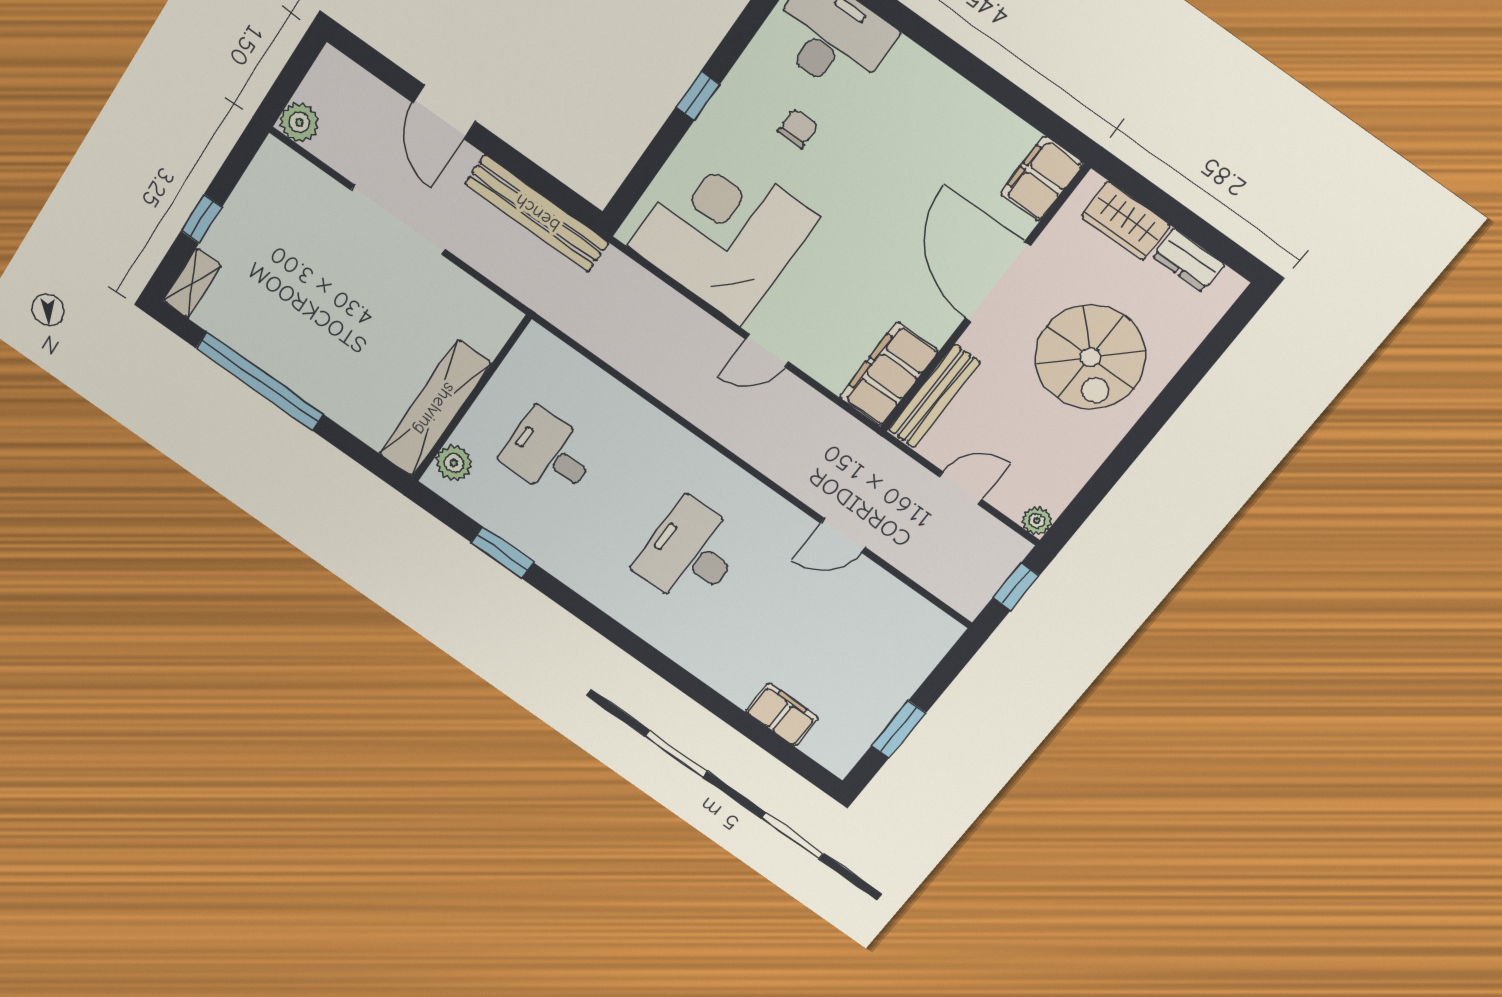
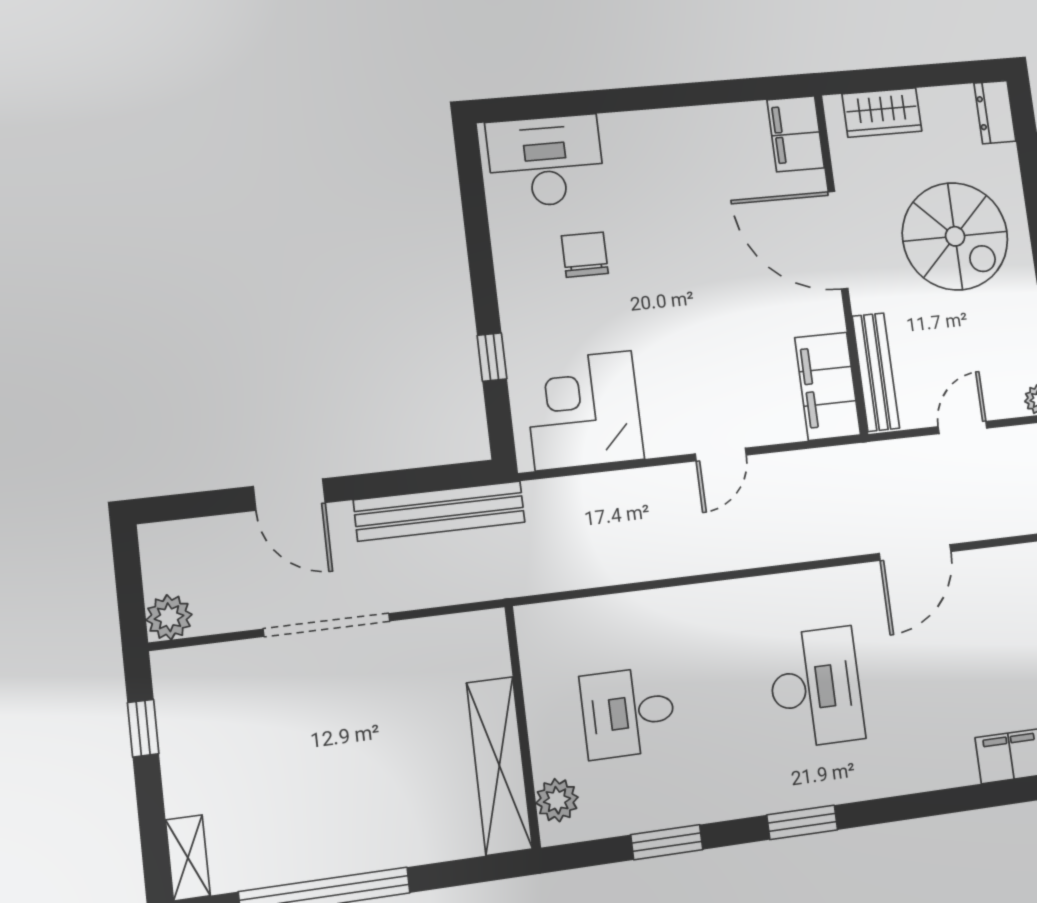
window: (698, 96) -> (492, 357), moved
chair: (798, 129) -> (585, 255), width x1.37, depth x1.37
window: (201, 219) -> (143, 728), moved
corner desk: (723, 232) -> (584, 410), width x0.74, depth x0.74
dresser: (1188, 260) -> (995, 112), moved, turned 90
door: (843, 535) -> (915, 552), width x1.38
desk: (690, 554) -> (816, 687), turned 180
window: (602, 623) -> (802, 822), added

